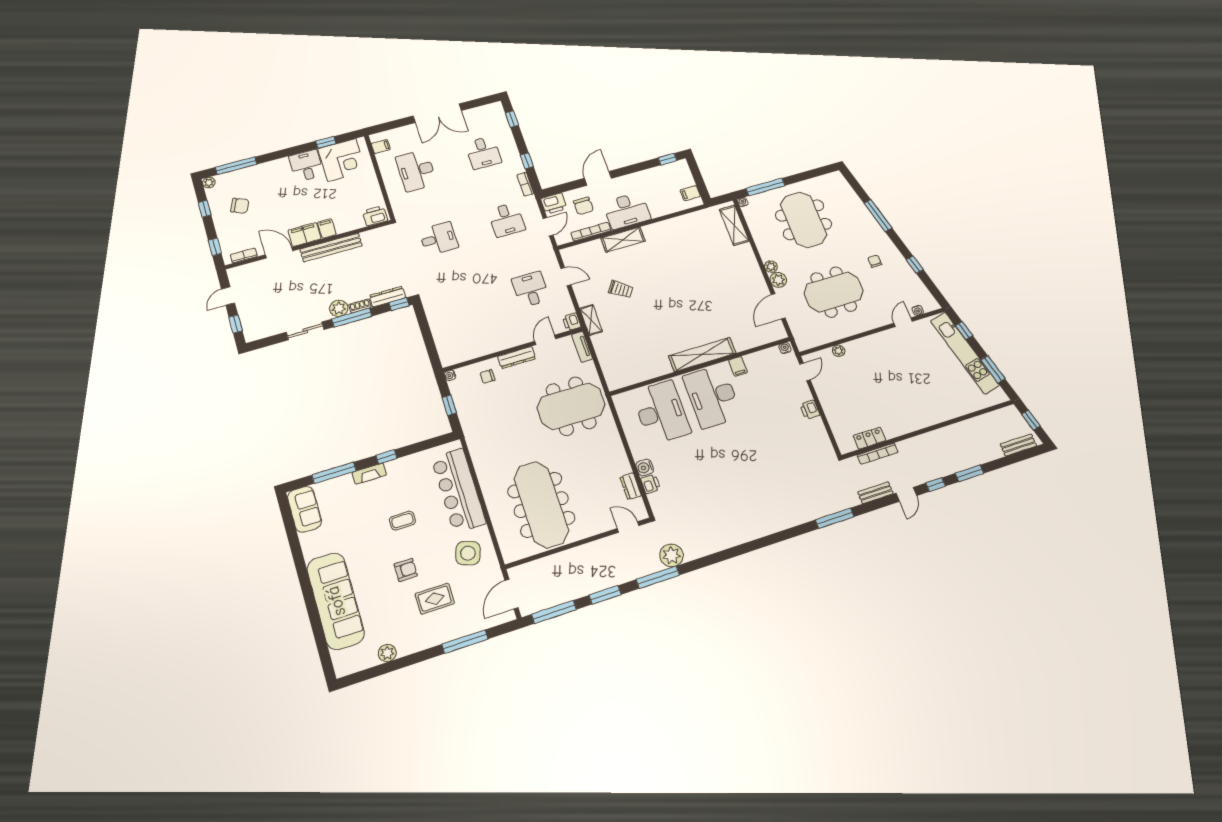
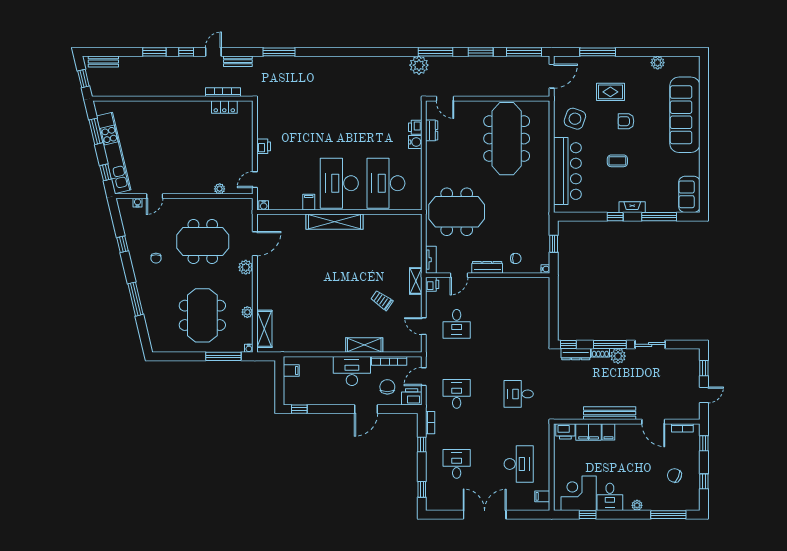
plant: (209, 183) -> (637, 505), moved
filing cabinet: (304, 235) -> (589, 432), moved
plant: (771, 267) -> (247, 312), moved
desk: (712, 396) -> (339, 183), turned 180

